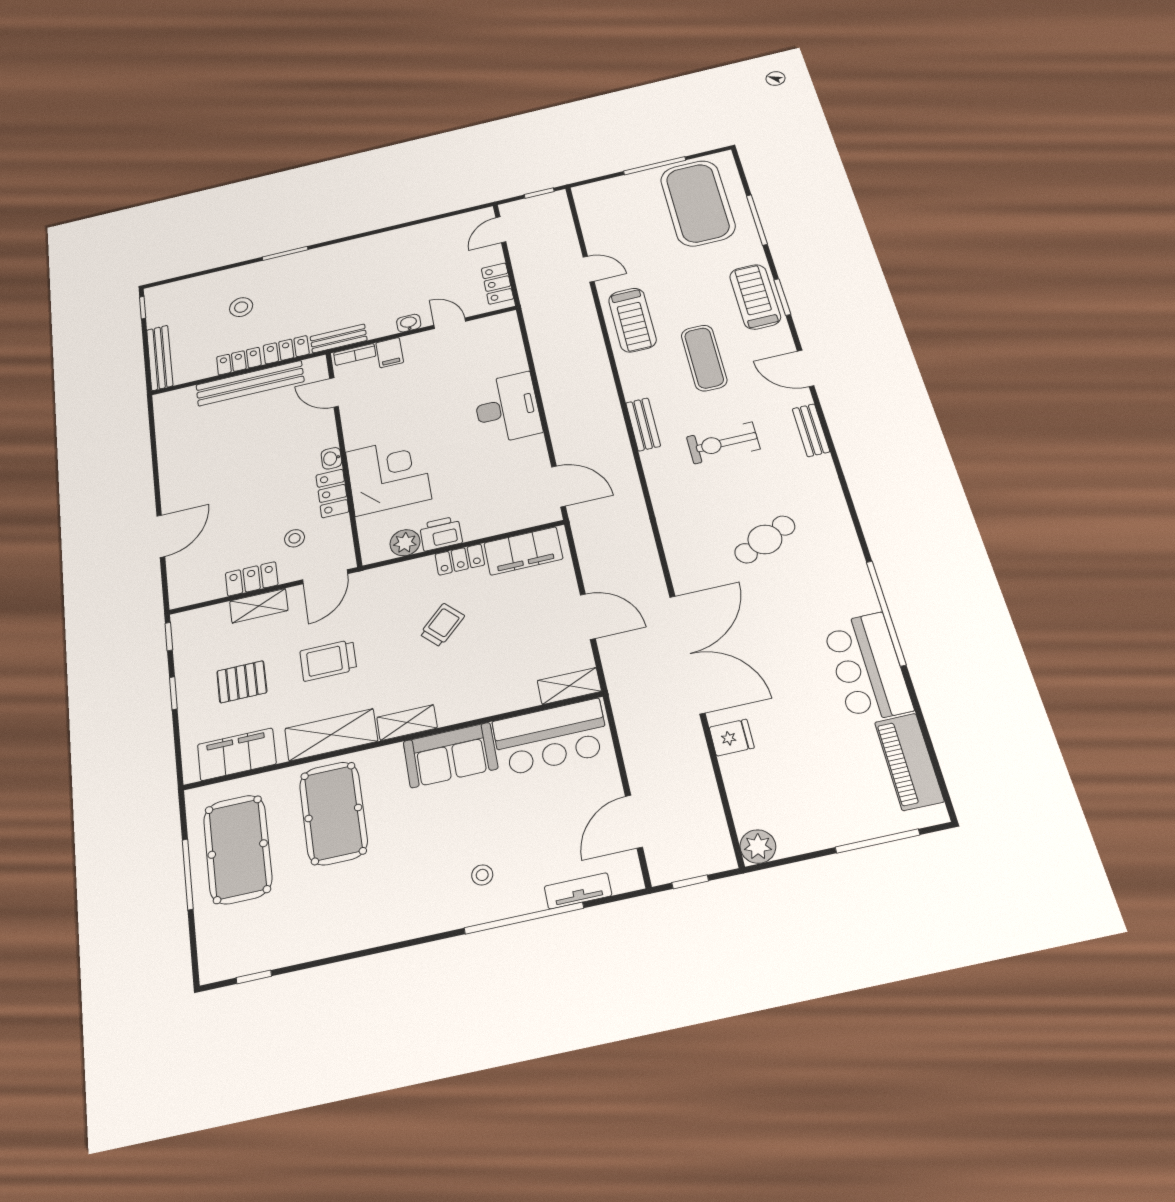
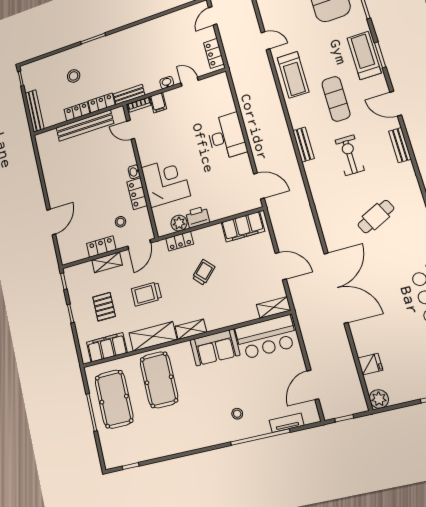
exercise bike: (723, 443) -> (350, 155), turned 90
locker: (460, 560) -> (180, 241), moved
pallet: (242, 682) -> (104, 307), turned 90
fridge: (732, 738) -> (370, 364), moved

